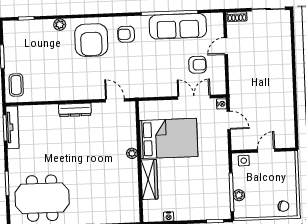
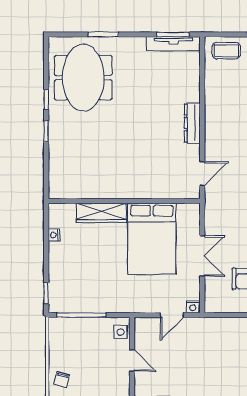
double door: (194, 97) -> (202, 256), moved
plant: (132, 153) -> (135, 192), removed
plant: (239, 195) -> (77, 324), removed

